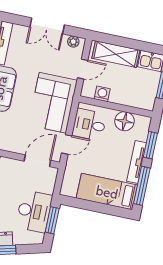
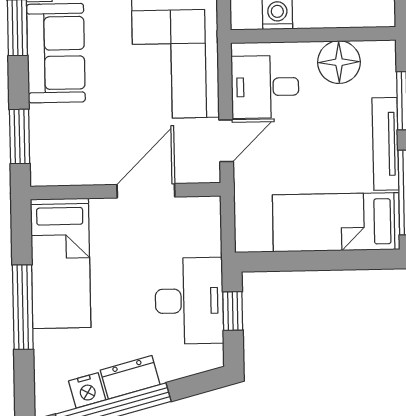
door: (37, 161) -> (146, 191), moved
window: (52, 220) -> (233, 311), width x0.67

